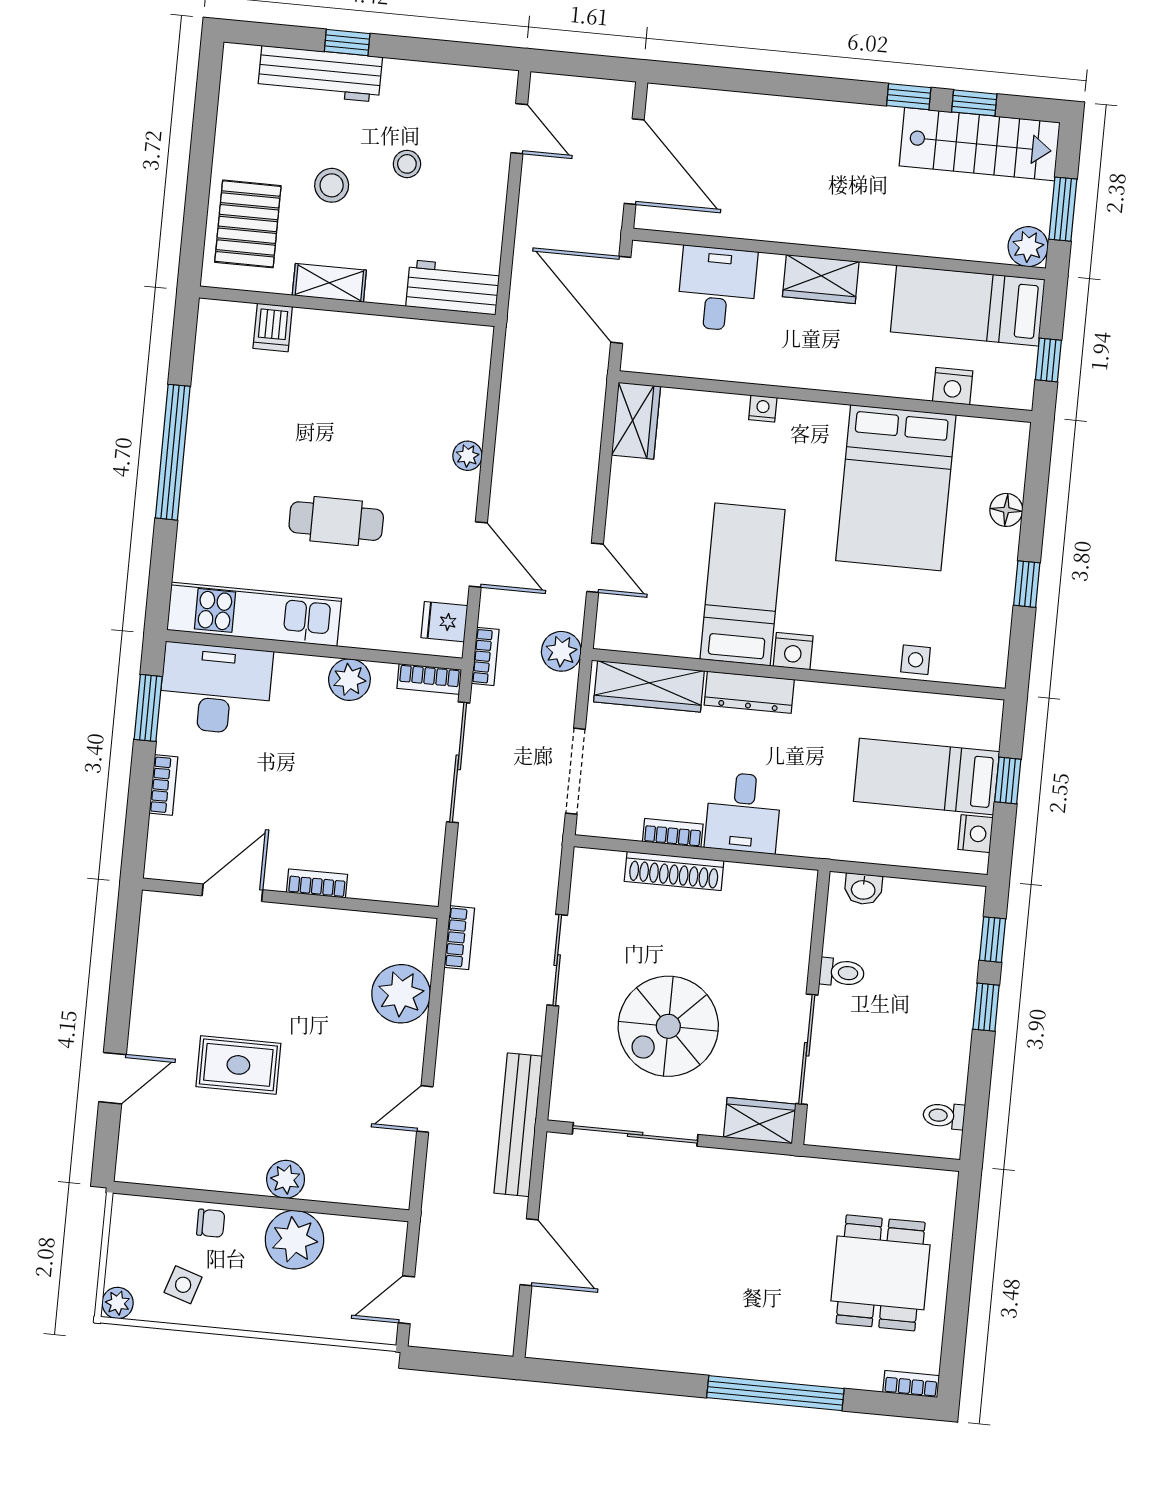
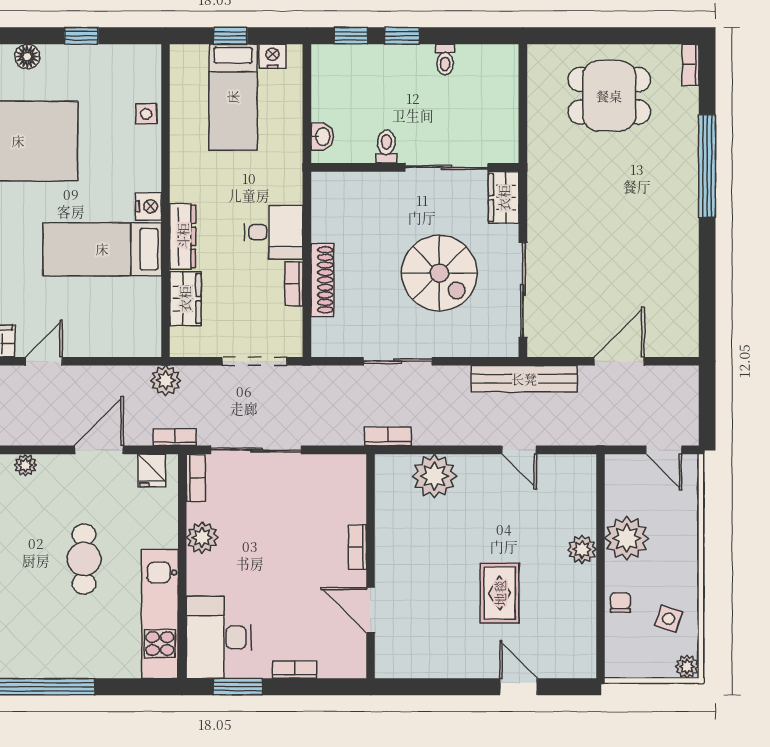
door: (595, 568) -> (44, 361), moved
wardrobe: (649, 686) -> (185, 299), width x0.67
toilet: (944, 1116) -> (445, 60), moved

